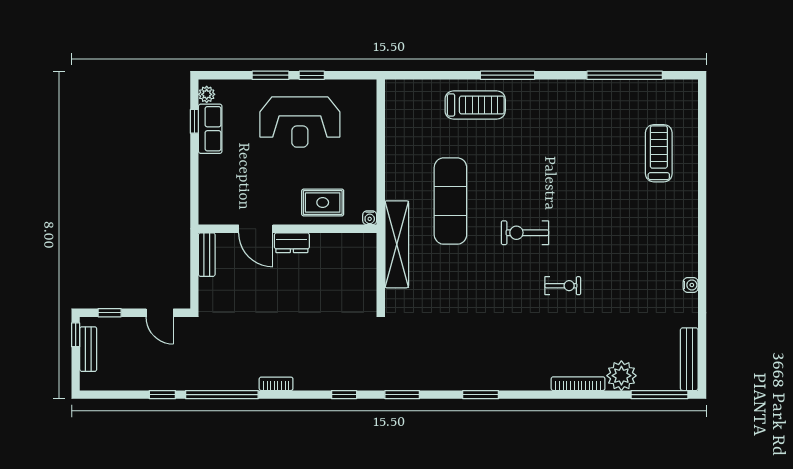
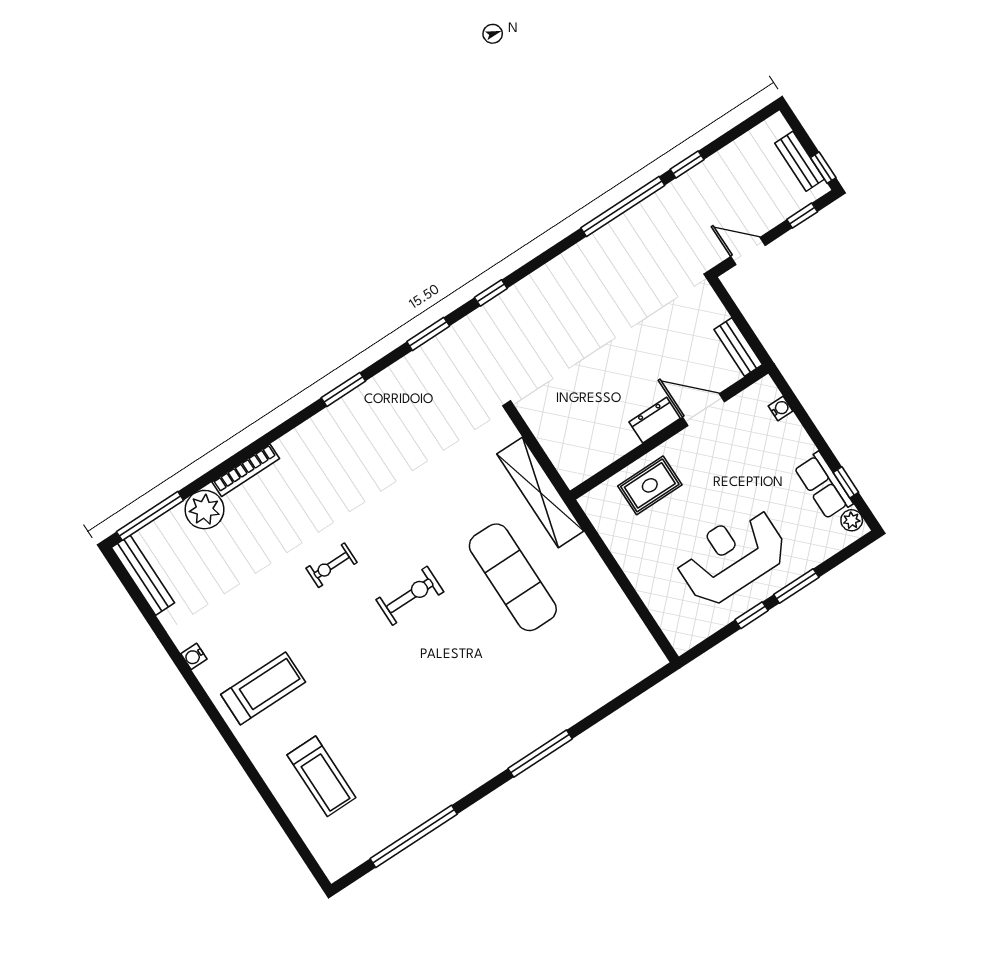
treadmill: (475, 105) -> (263, 688), moved, turned 180
water cooler: (370, 218) -> (781, 408), moved, turned 90
bookcase: (276, 384) -> (572, 257), removed

